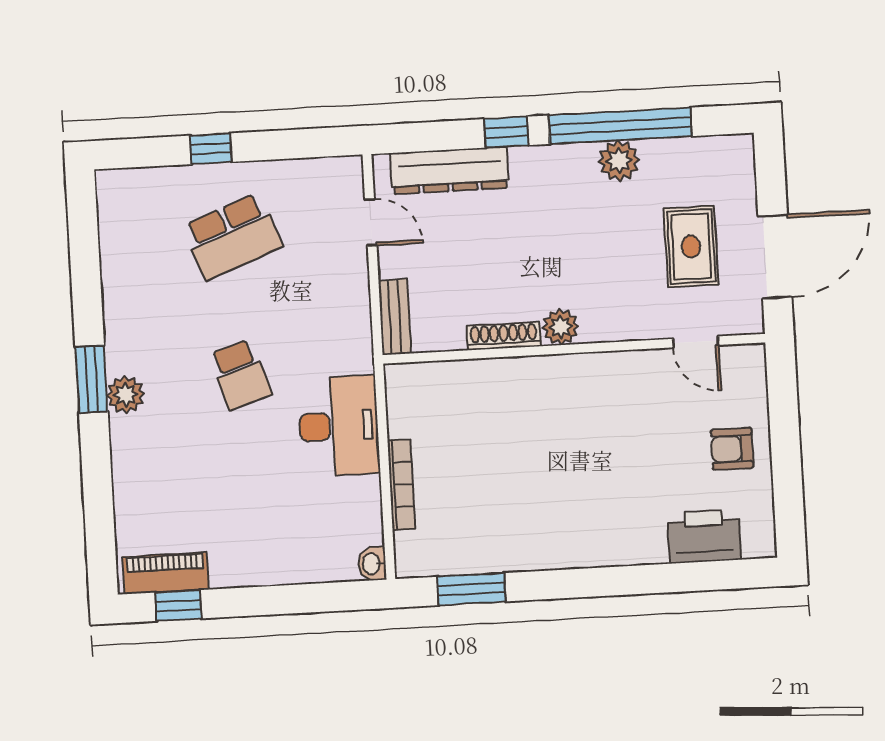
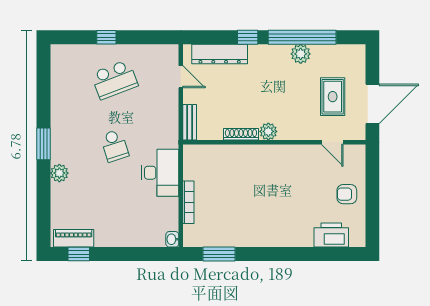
plant: (126, 395) -> (59, 173), moved

